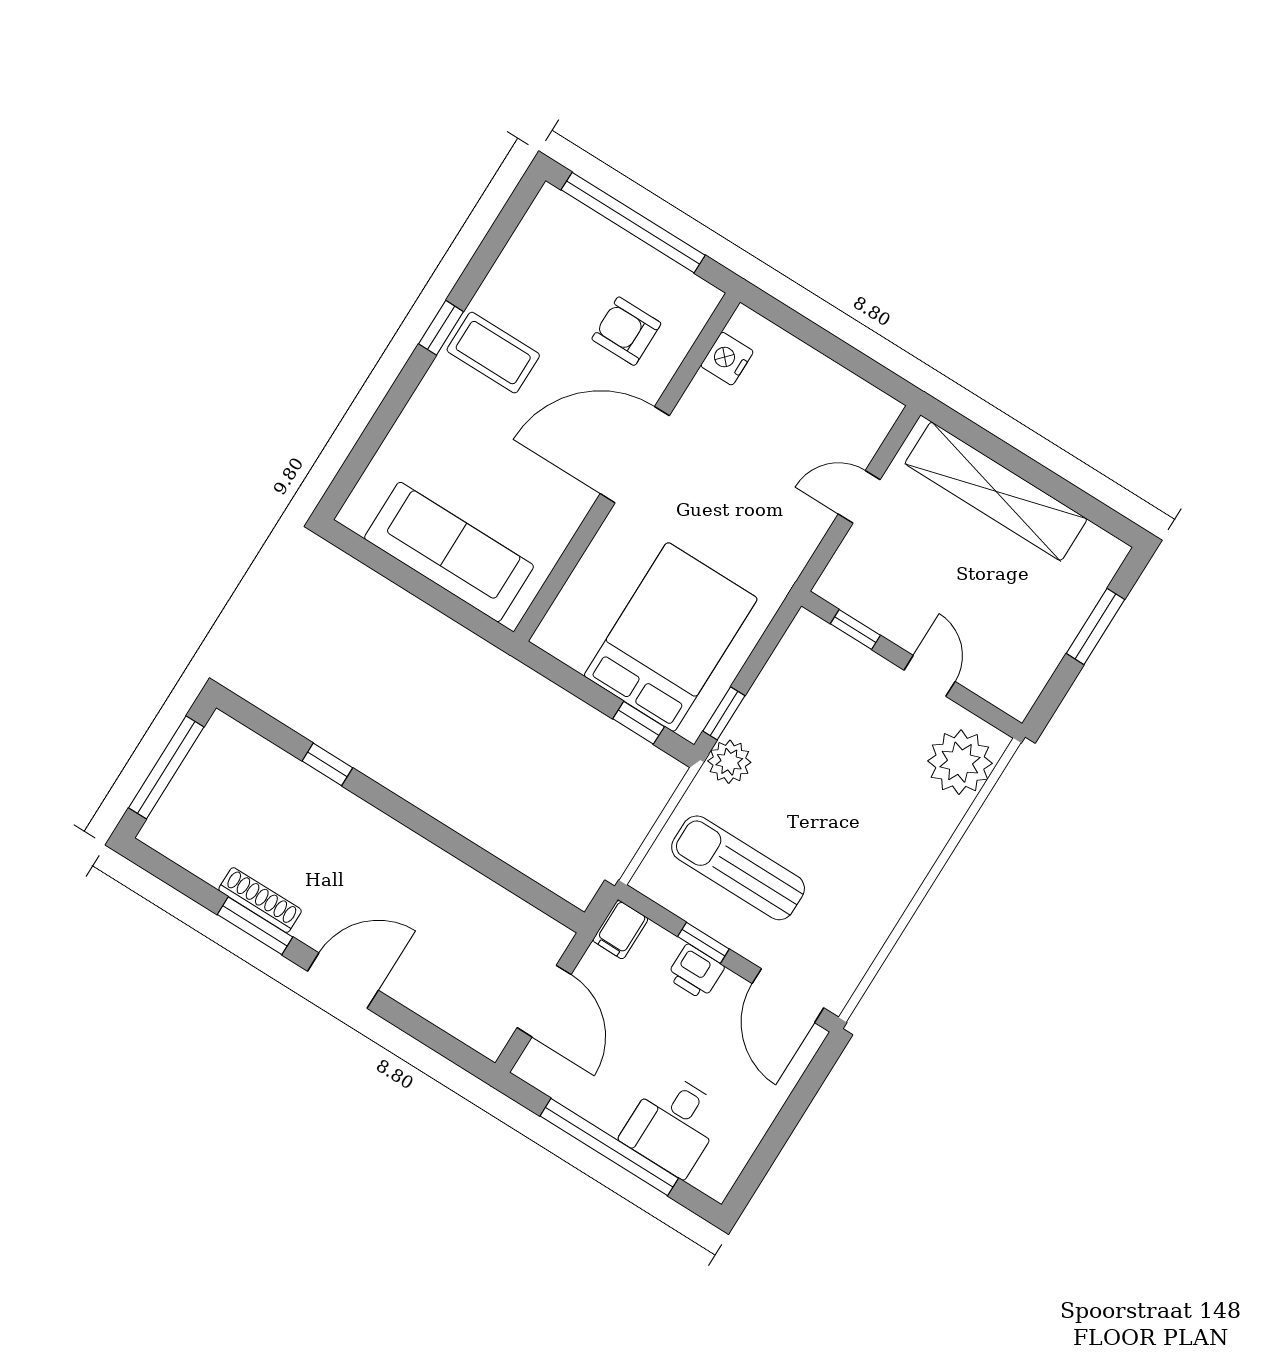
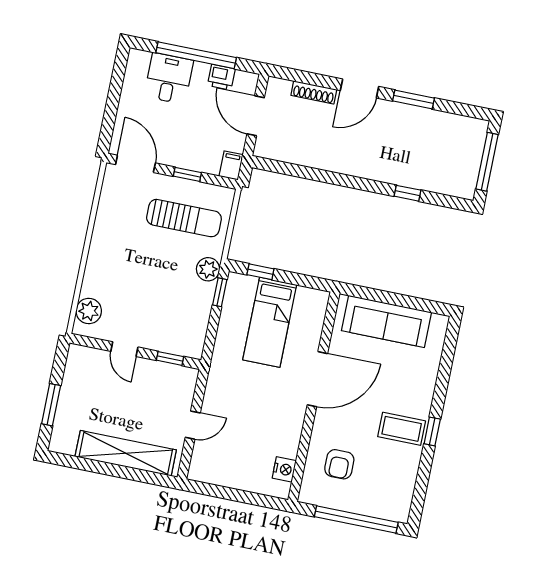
armchair: (626, 331) -> (339, 464), turned 90
door: (635, 455) -> (317, 379), moved
bed: (671, 637) -> (270, 322), width x0.67
plant: (960, 762) -> (89, 311), width x0.73, depth x0.73
shoe rack: (260, 900) -> (314, 92), moved
printer: (695, 972) -> (221, 77), moved, turned 180

